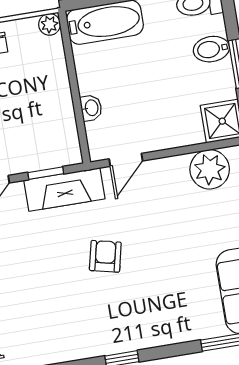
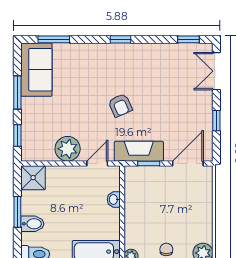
plant: (210, 169) -> (68, 149), moved
armchair: (105, 256) -> (120, 105), turned -37

